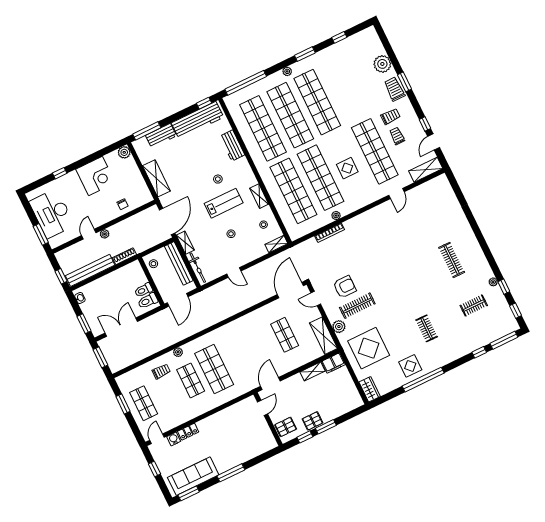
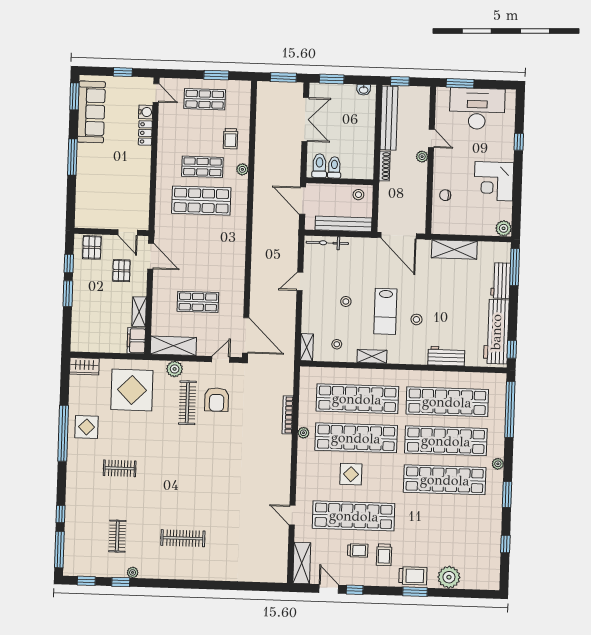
shelving: (185, 243) -> (363, 244), removed
pallet: (313, 421) -> (121, 271), moved

